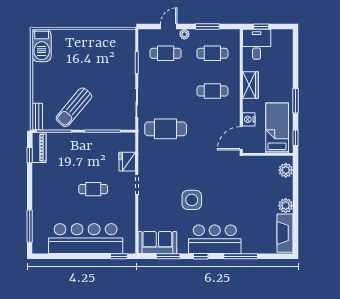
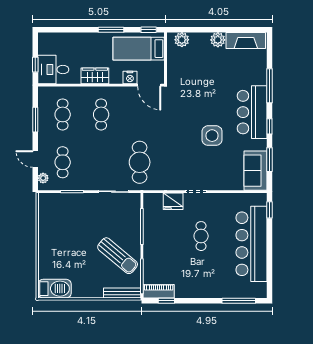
plant: (184, 34) -> (43, 178), moved
bench: (37, 117) -> (122, 293), width x1.36

